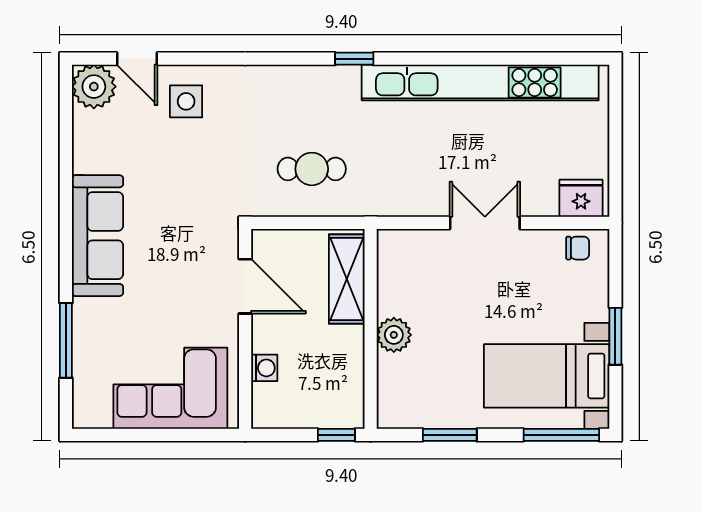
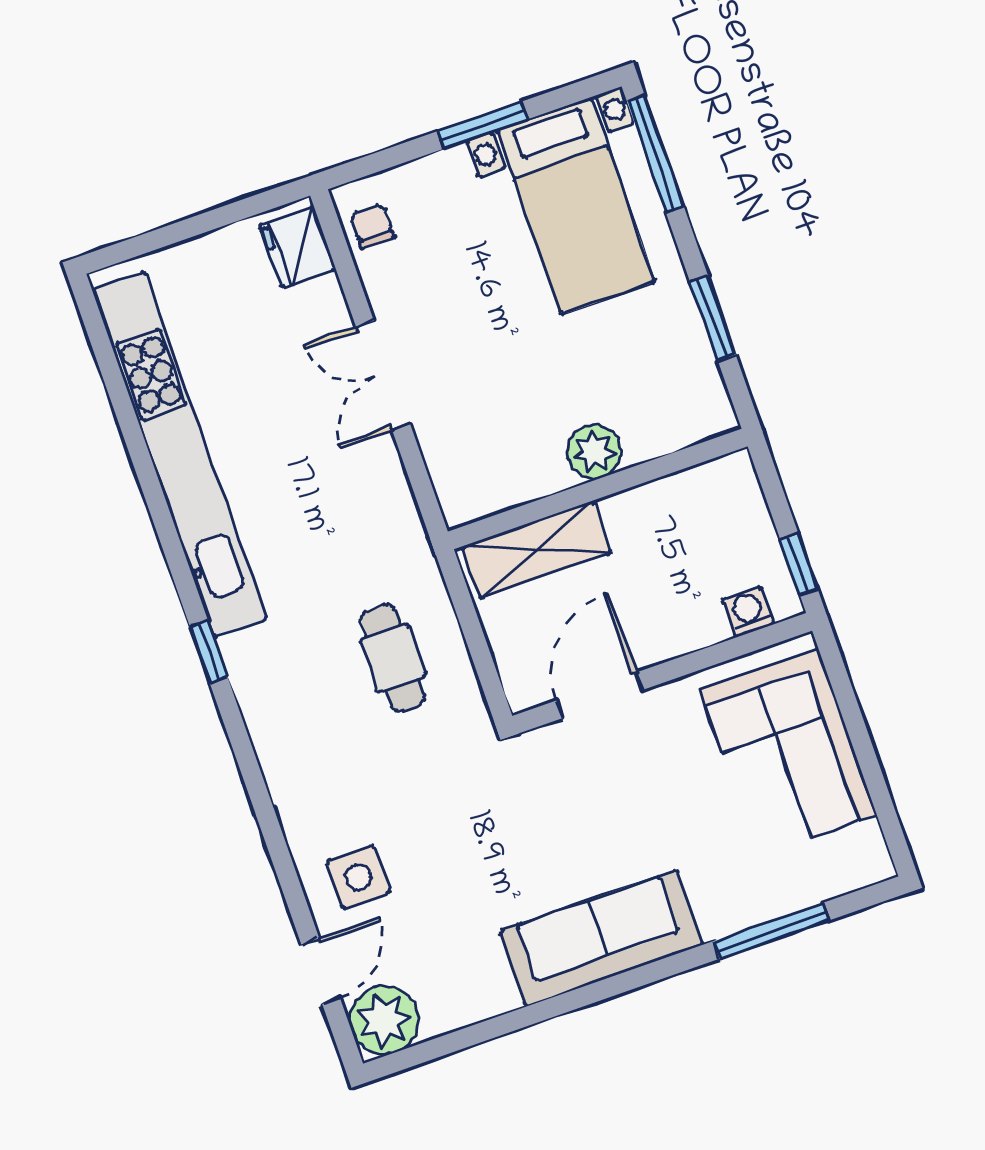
washing machine: (264, 368) -> (748, 612), moved
window: (336, 435) -> (799, 564), moved

